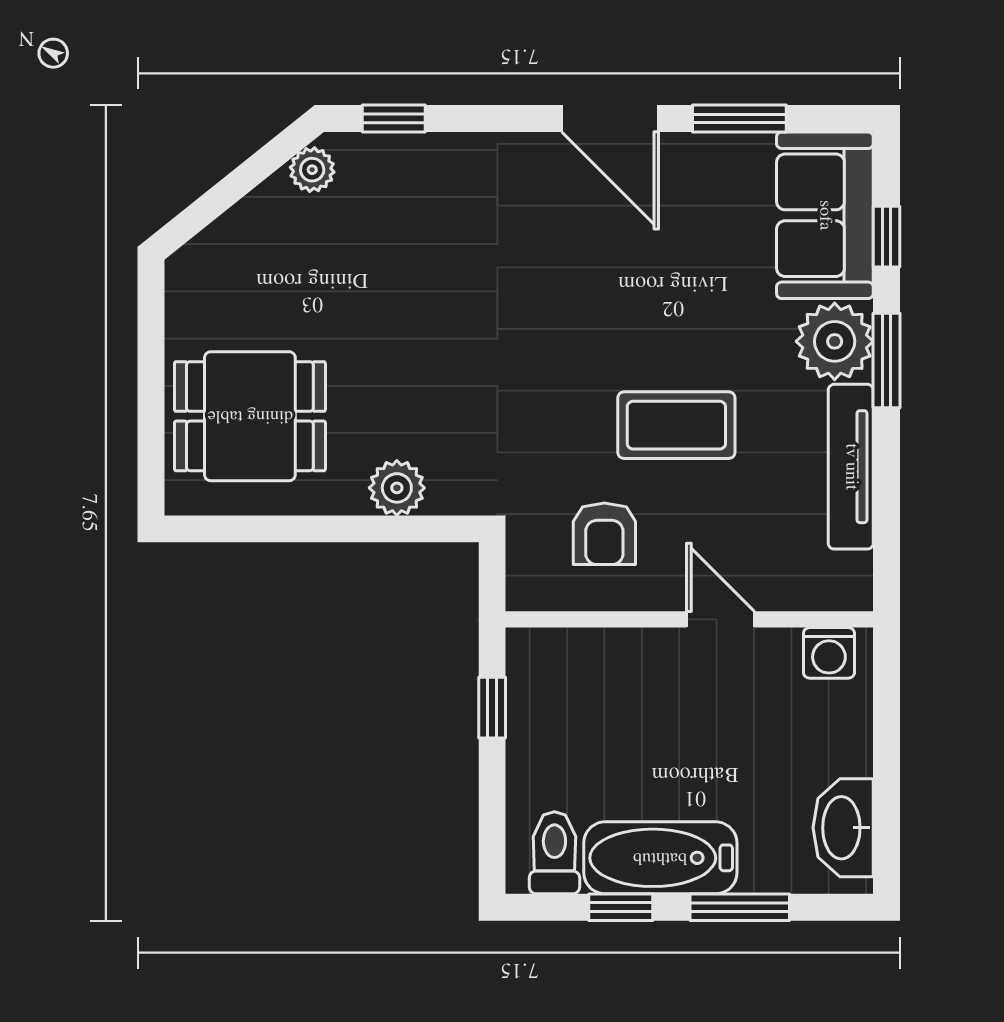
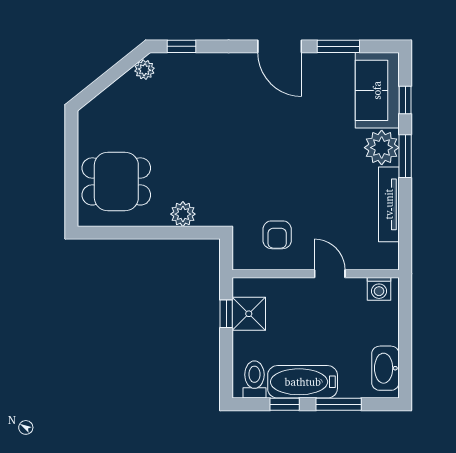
coffee table: (676, 425) -> (310, 186), removed
shower: (542, 708) -> (249, 314), added

